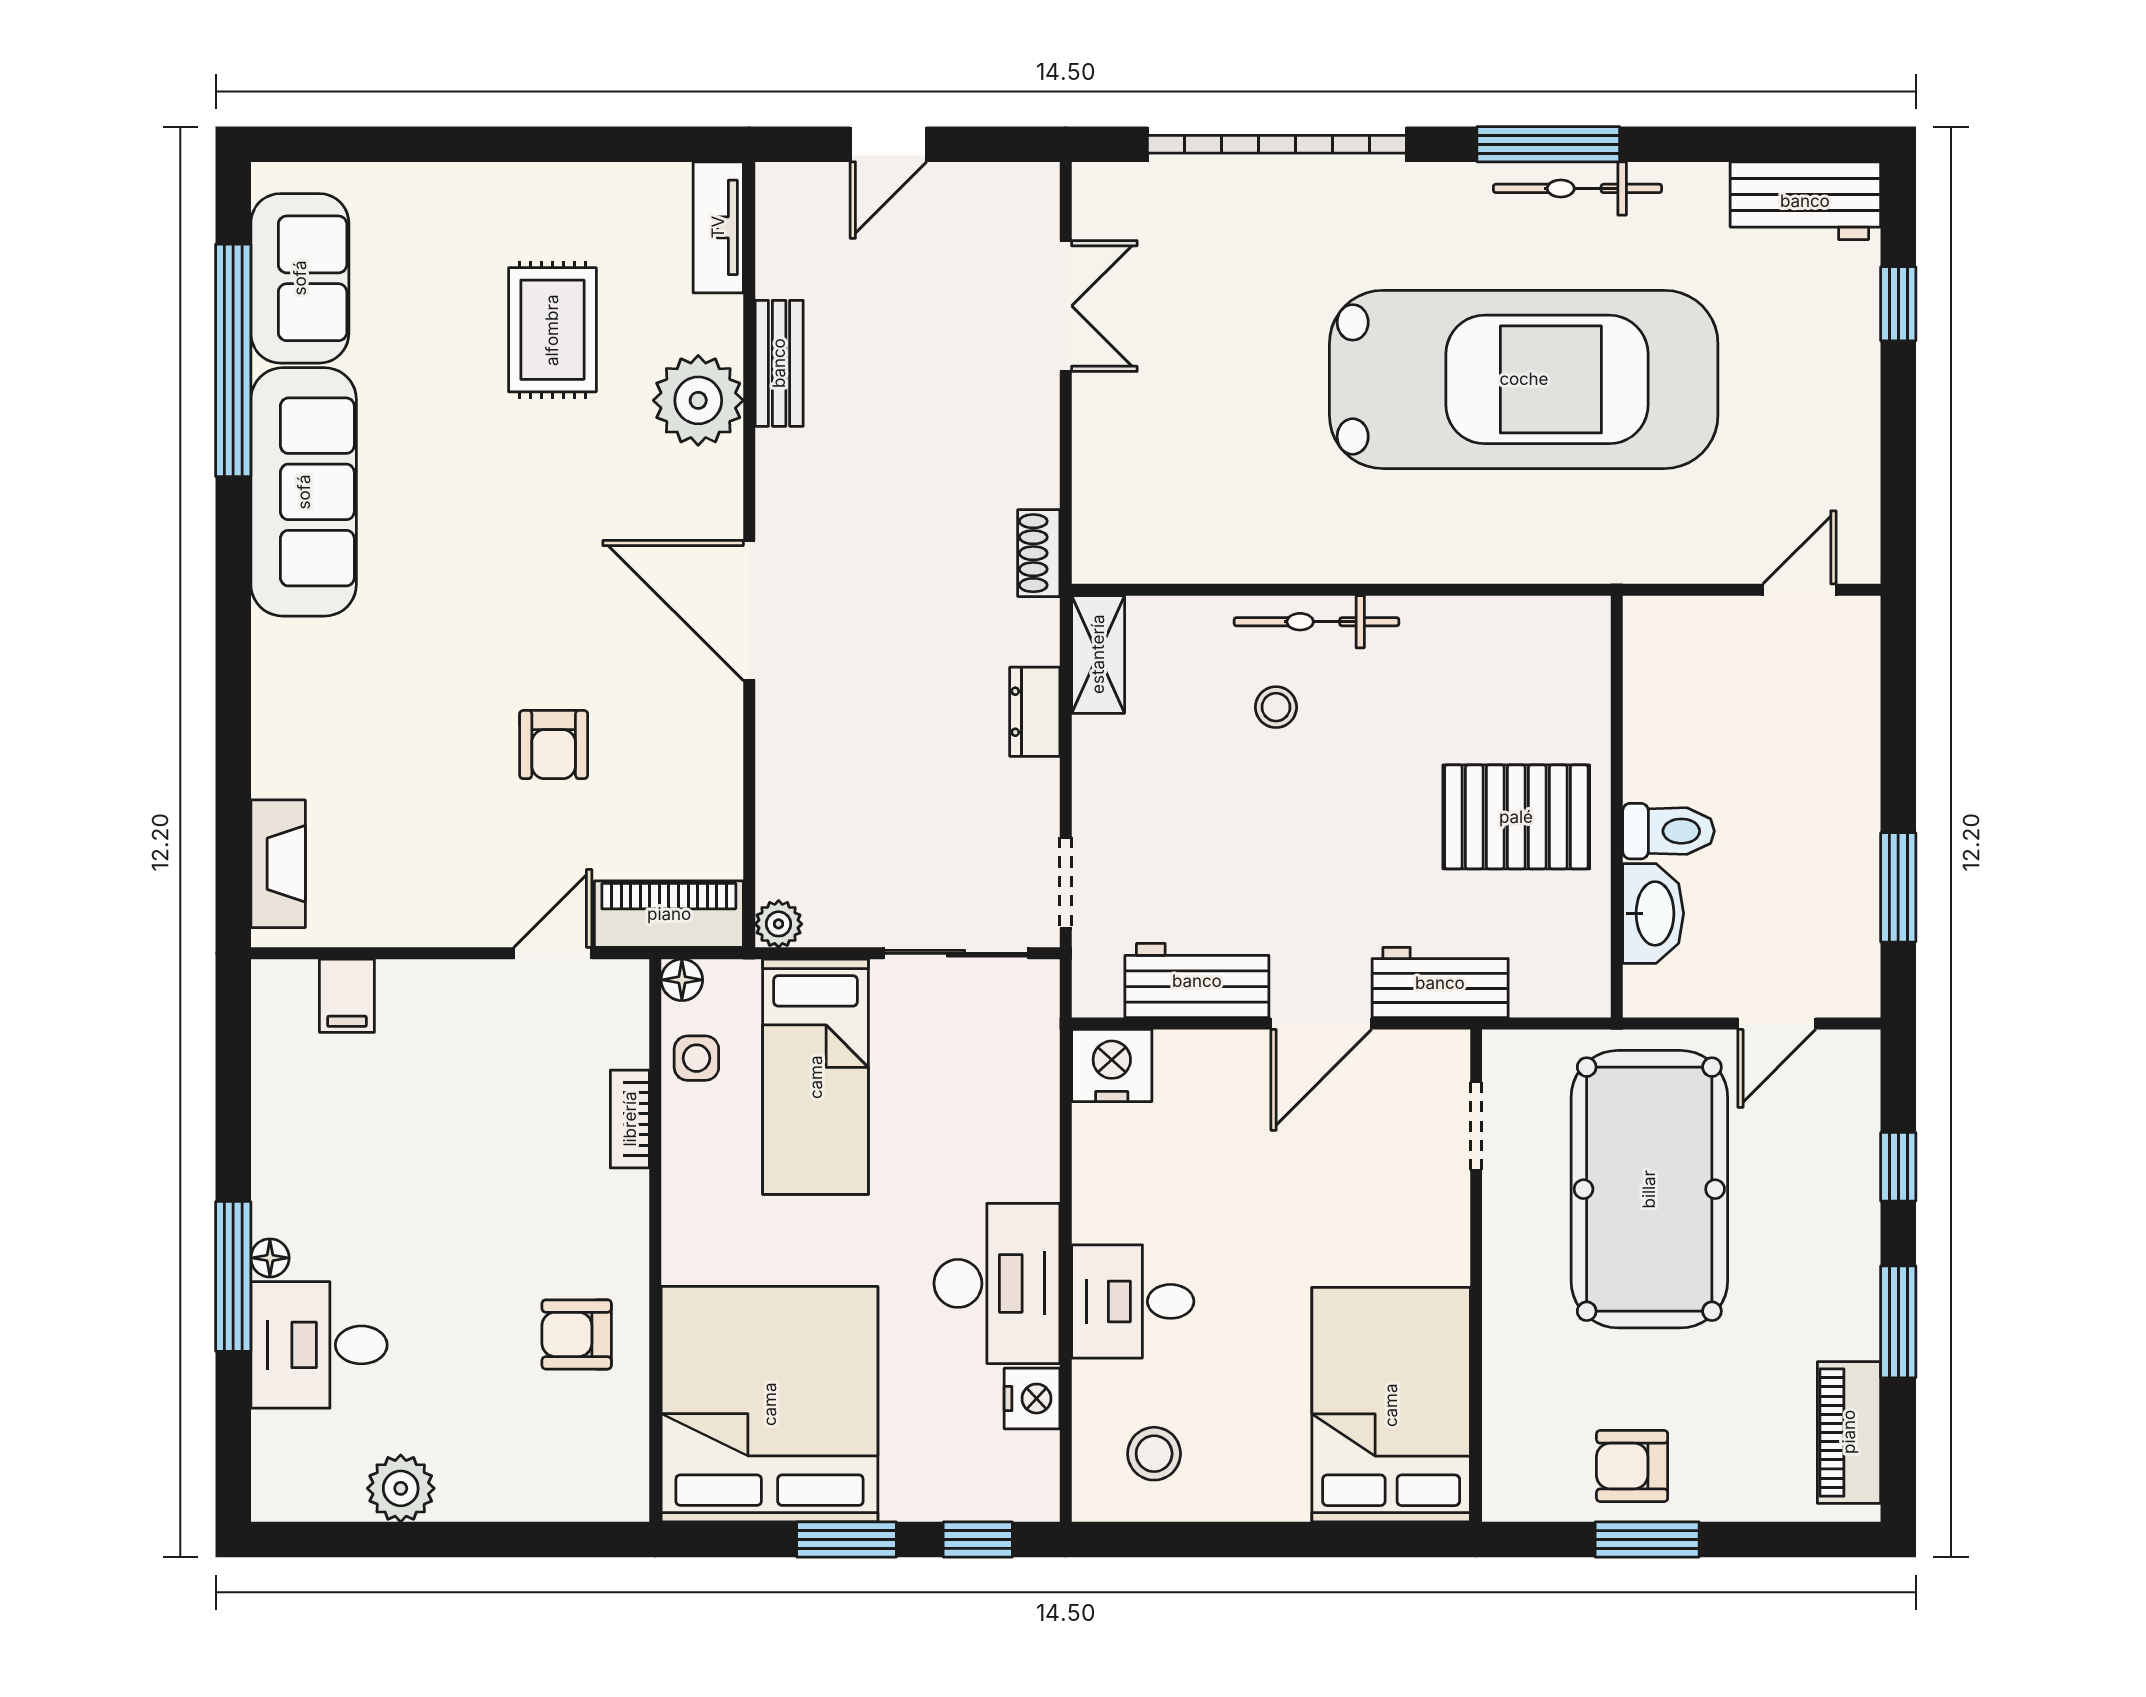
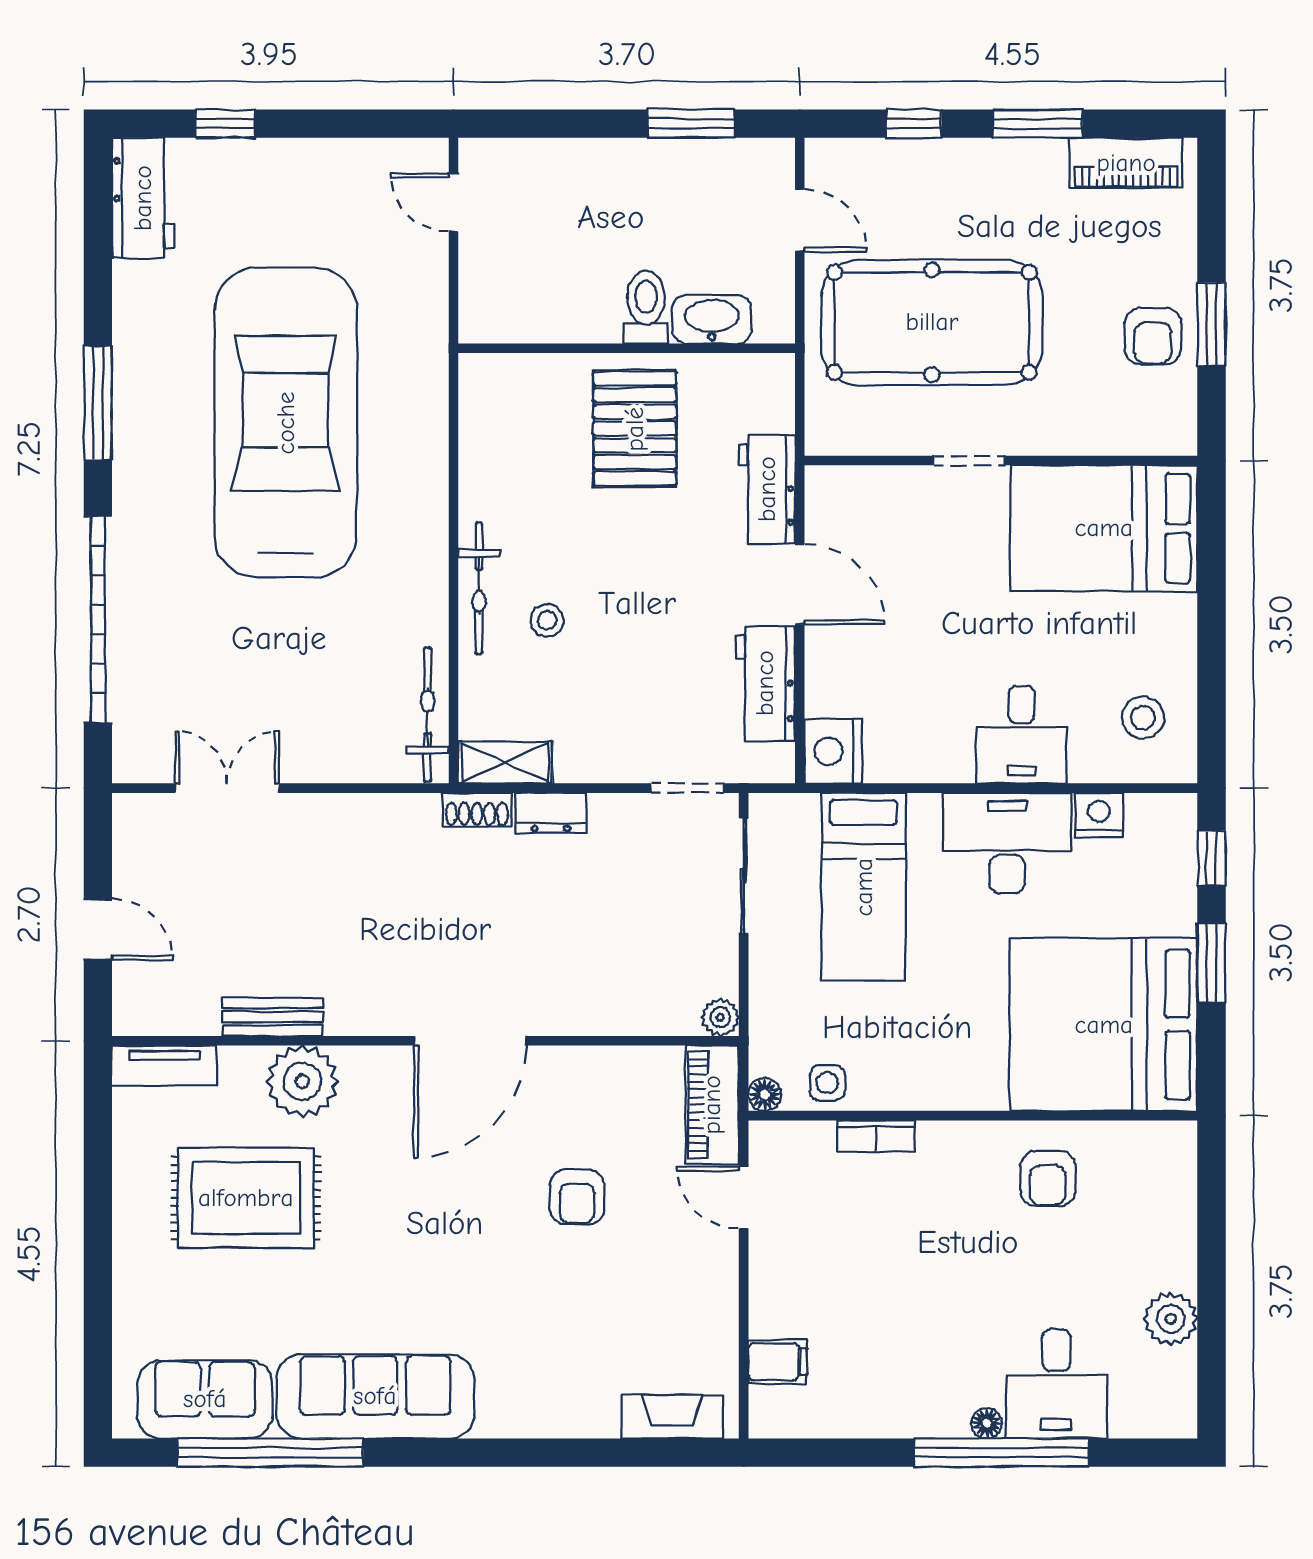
bicycle: (1578, 188) -> (428, 714), moved, turned 180
rug: (552, 330) -> (246, 1198), width x1.36, depth x1.43
shoe rack: (1039, 553) -> (477, 810), moved
armchair: (554, 745) -> (577, 1197), turned 90
bed: (816, 1077) -> (864, 887), moved, turned 90
doorway: (1476, 1126) -> (969, 461), moved
window: (233, 1276) -> (1001, 1453), width x1.46

